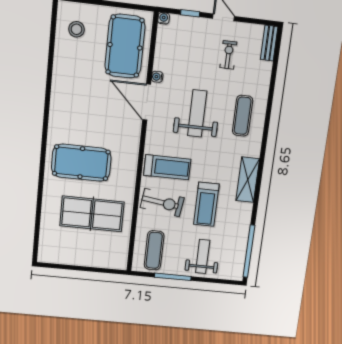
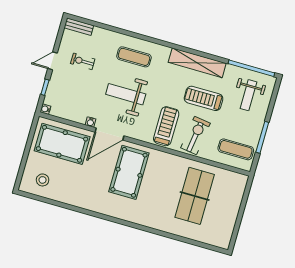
pool table: (81, 163) -> (129, 172), moved
shelving: (248, 180) -> (197, 63), width x1.47
treadmill: (206, 204) -> (204, 98), turned 180
weight bench: (203, 256) -> (249, 95), moved, turned -90

